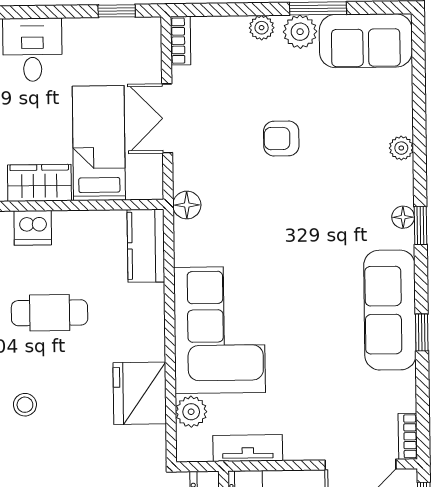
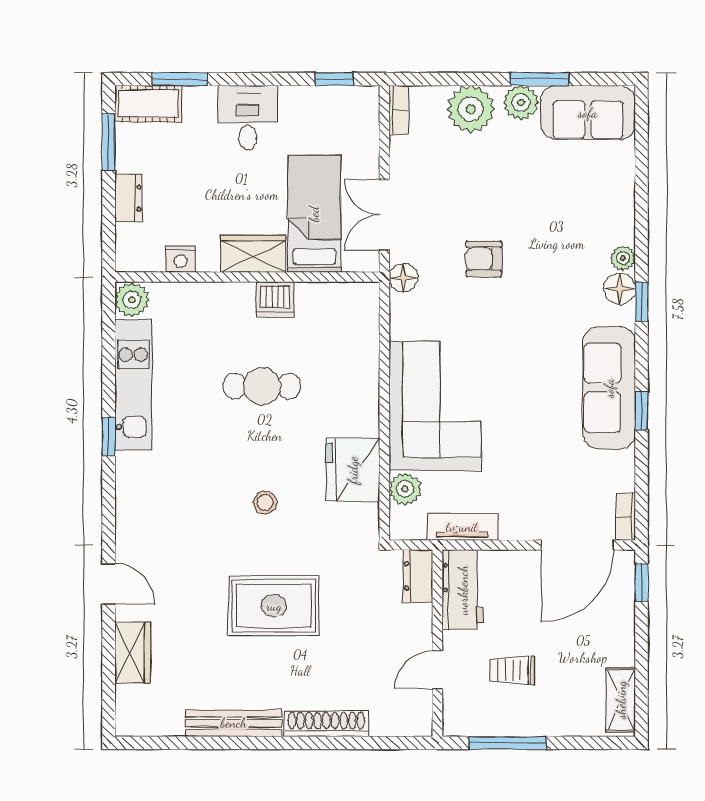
plant: (262, 28) -> (471, 109), width x1.87, depth x1.87
double door: (167, 118) -> (384, 215), moved
armchair: (281, 139) -> (484, 259), moved
plant: (401, 148) -> (623, 258), moved
floor lamp: (403, 217) -> (620, 289), width x1.37, depth x1.37
dishwasher: (33, 228) -> (275, 299), moved
kitchen counter: (146, 246) -> (361, 319), removed
stool: (25, 405) -> (265, 503), moved

